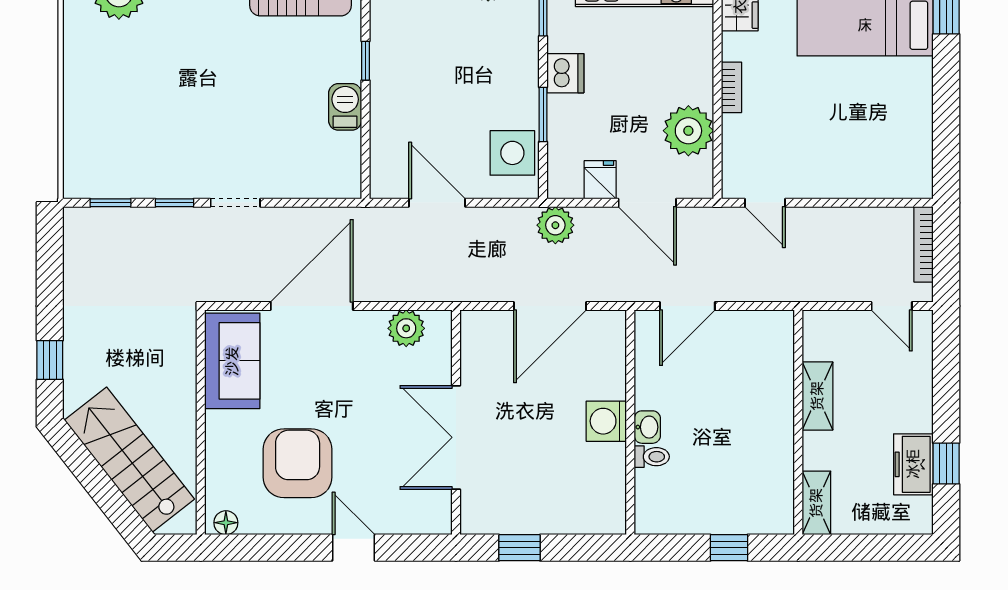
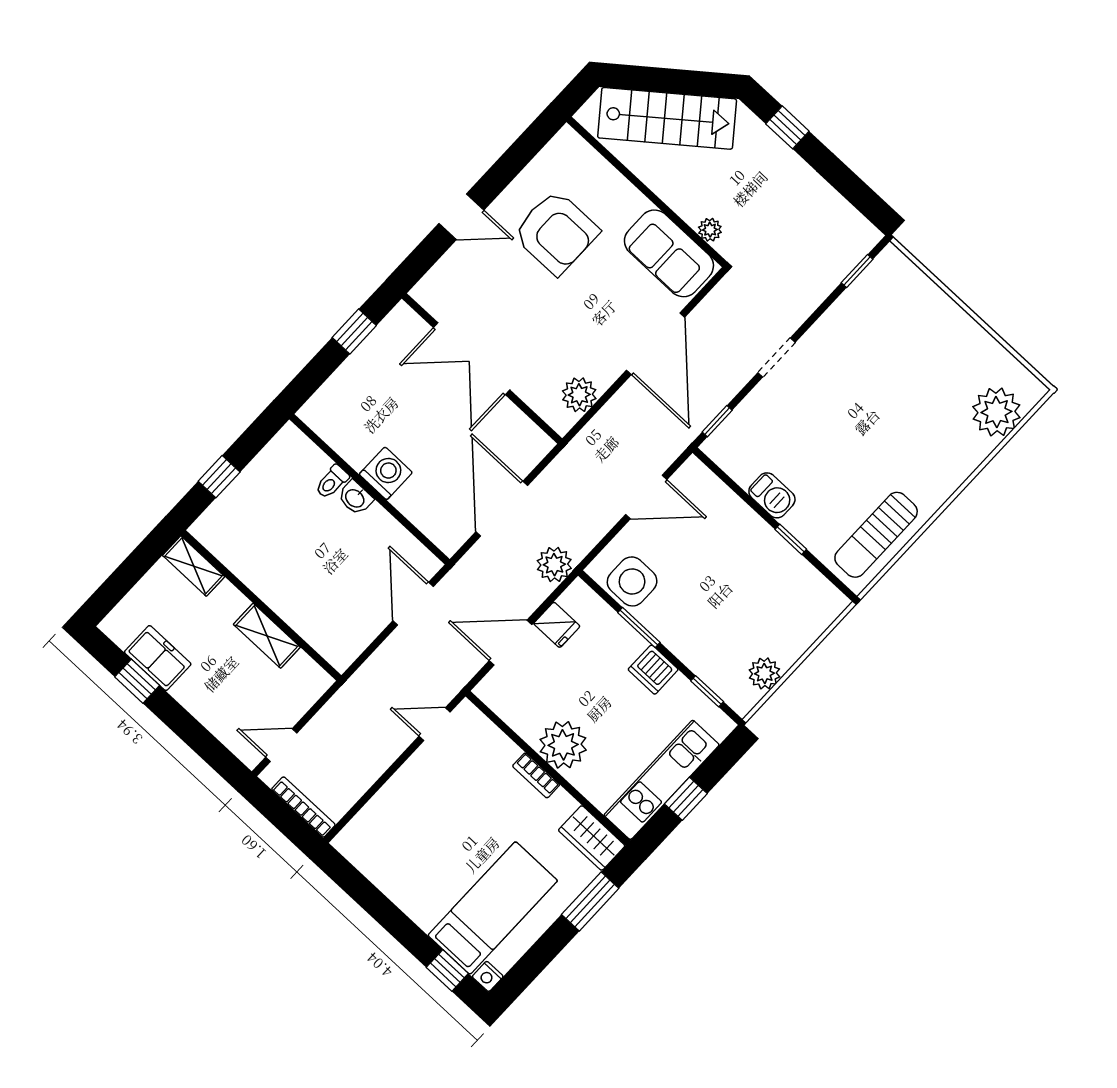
plant: (688, 131) -> (563, 745), moved
window: (175, 203) -> (717, 421), moved
plant: (185, 346) -> (710, 230), added
double door: (456, 437) -> (472, 359), swing flipped
floor lamp: (226, 523) -> (561, 144), removed

